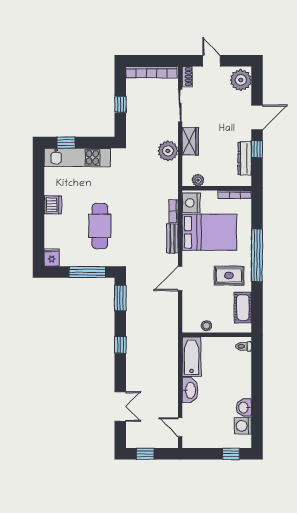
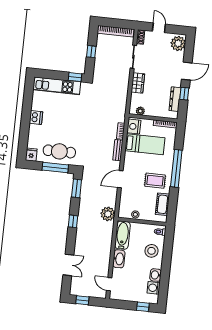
window: (66, 142) -> (75, 77), moved
plant: (168, 151) -> (108, 214), moved
cafe table: (100, 226) -> (59, 151), moved, turned 90
bed: (209, 232) -> (145, 144), width x0.67
stool: (235, 374) -> (152, 251), added

